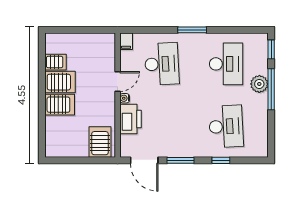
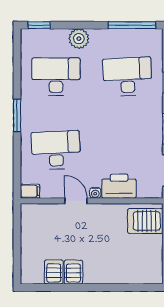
server rack: (60, 82) -> (73, 272), width x0.73, depth x0.70
window: (271, 89) -> (132, 25), moved
server rack: (60, 105) -> (103, 267), removed

